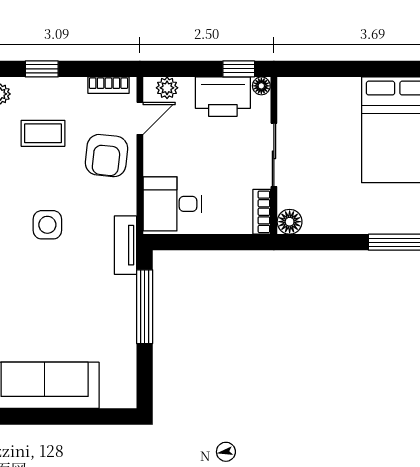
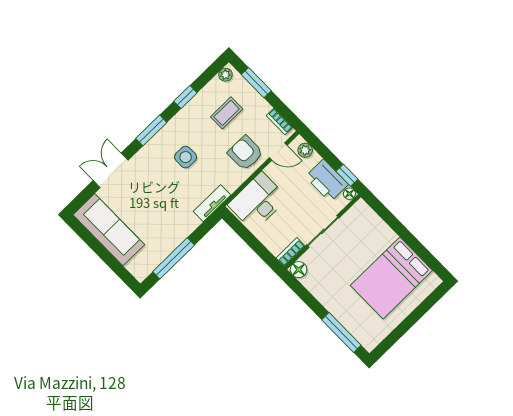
window: (42, 69) -> (256, 83), width x1.50
coffee table: (43, 133) -> (227, 113), turned 90
armchair: (106, 156) -> (245, 153), turned 84
desk: (172, 204) -> (258, 202), width x1.37
window: (145, 307) -> (174, 258), moved

